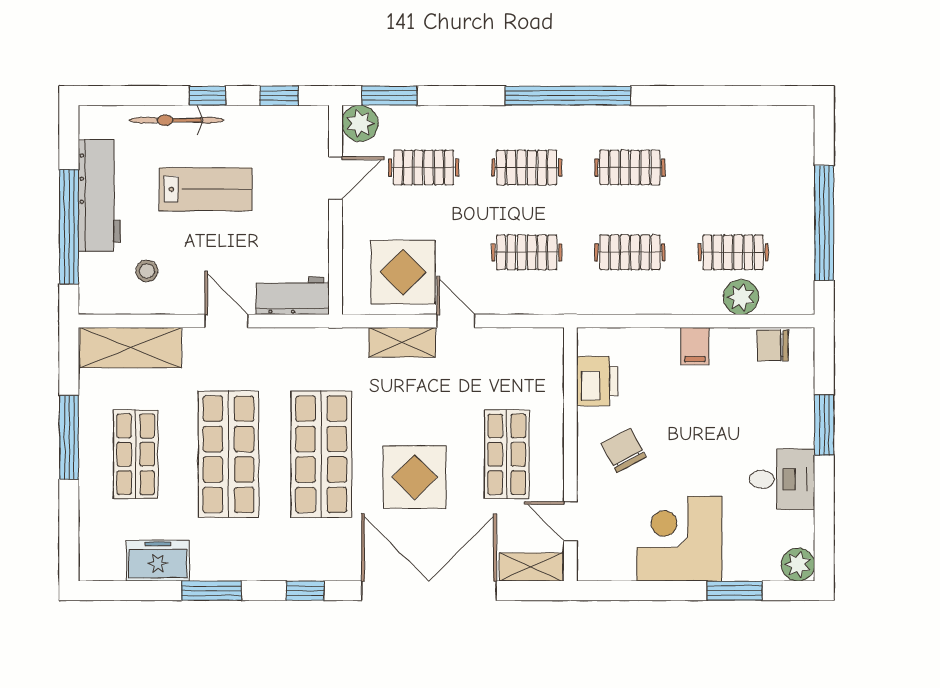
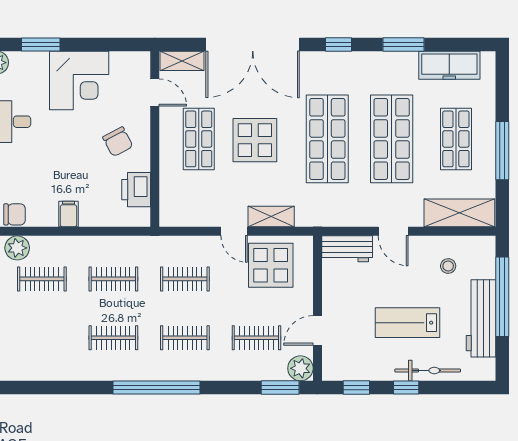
plant: (741, 297) -> (17, 248), moved
display table: (415, 477) -> (255, 140), moved
freezer: (158, 561) -> (449, 65), width x1.40

